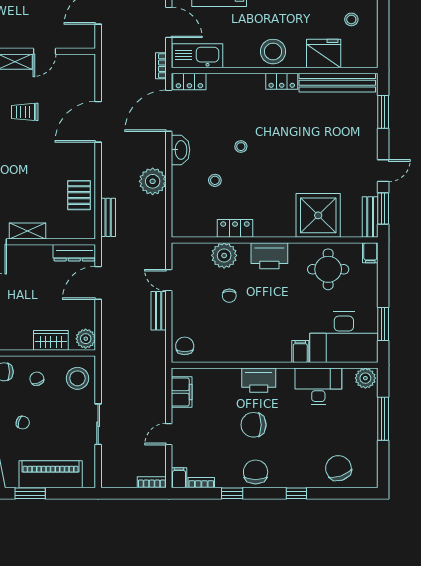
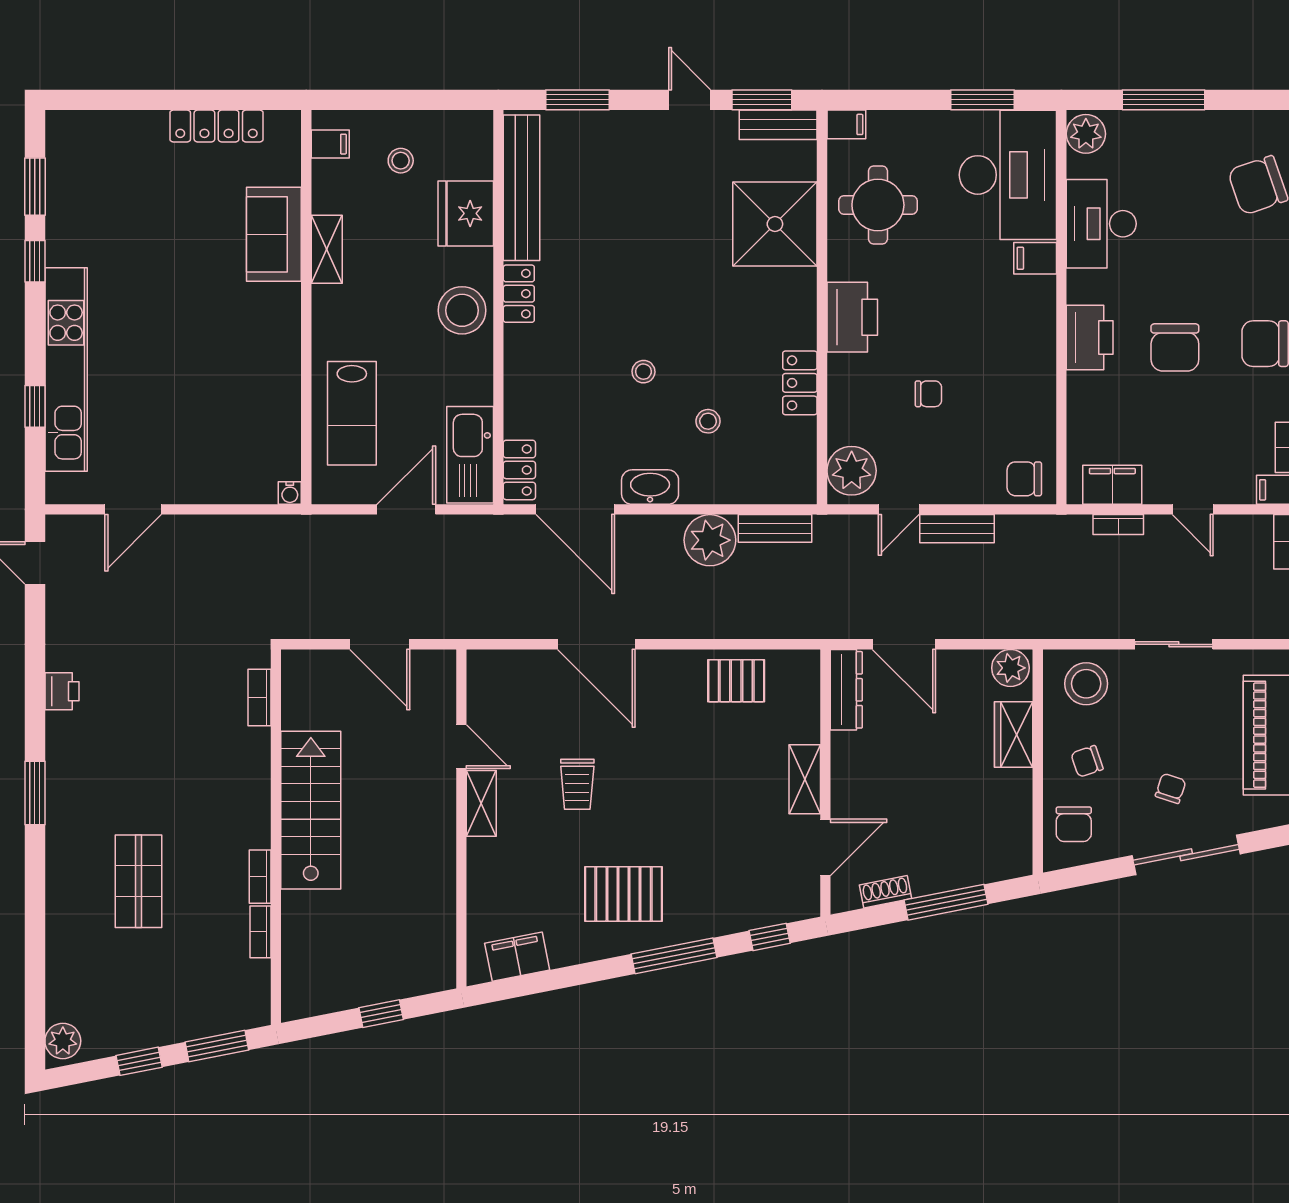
bookcase: (161, 66) -> (1118, 525), moved
bench: (108, 217) -> (775, 528), moved
plant: (224, 255) -> (852, 471), moved

